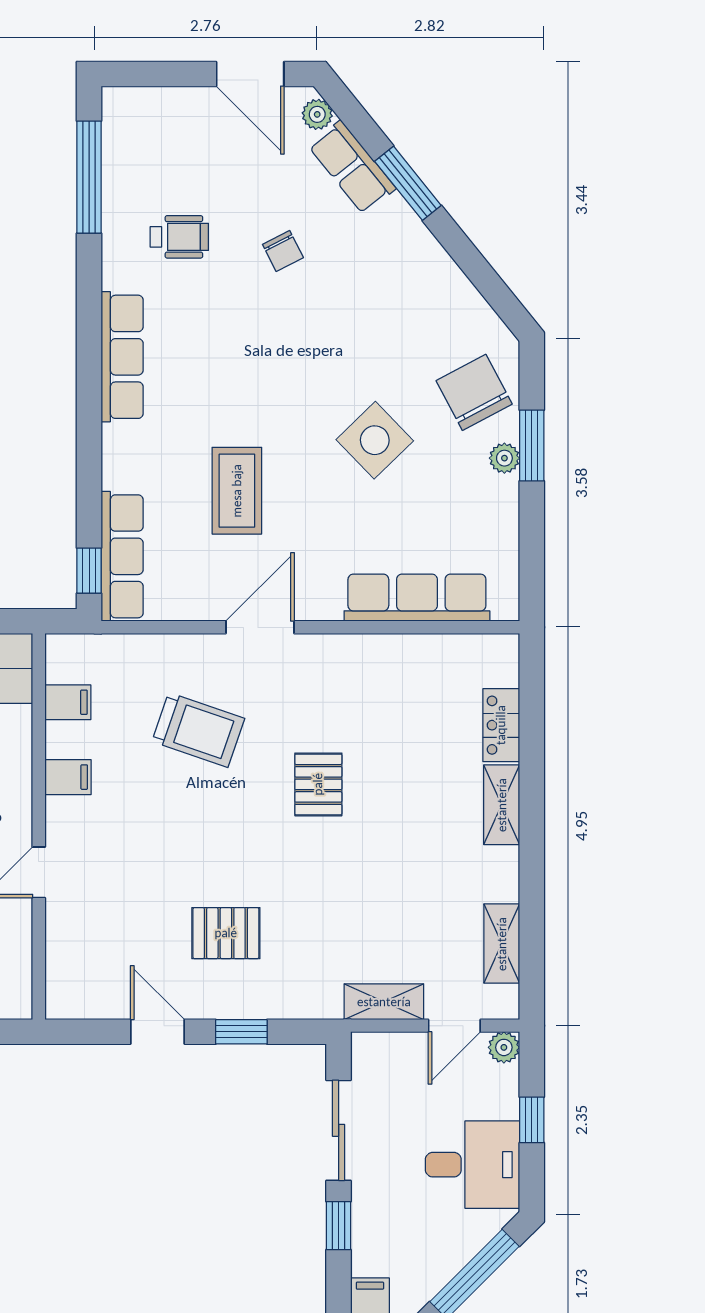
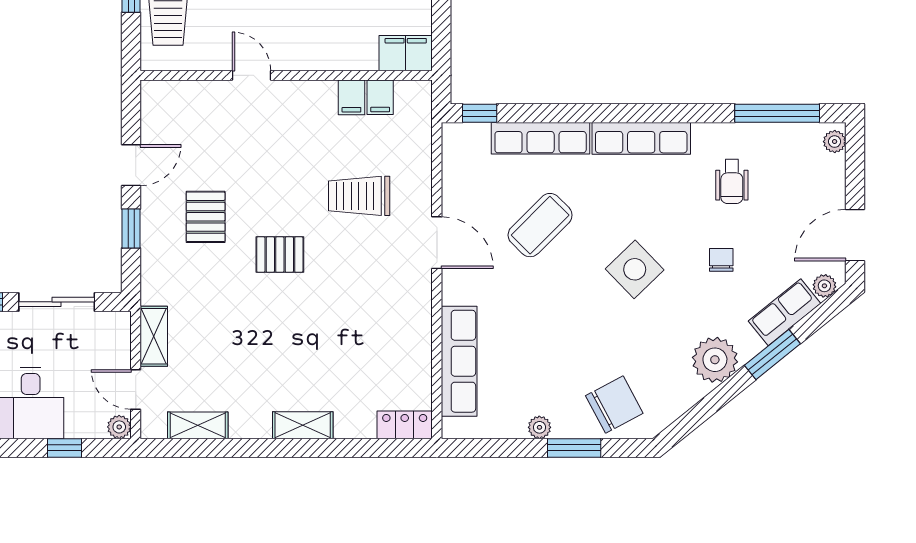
plant: (126, 101) -> (835, 142), added
chair: (283, 251) -> (721, 260), turned 117
plant: (415, 259) -> (715, 360), added
side table: (375, 440) -> (635, 269), moved
plant: (504, 458) -> (539, 427), moved
coffee table: (237, 491) -> (540, 225), turned -45
row of seats: (122, 556) -> (541, 138), moved
locker: (501, 725) -> (405, 425), moved
trolley: (198, 730) -> (359, 196), turned 71
filing cabinet: (68, 777) -> (351, 97), moved
pallet: (318, 784) -> (280, 255), moved

